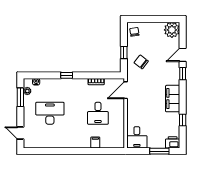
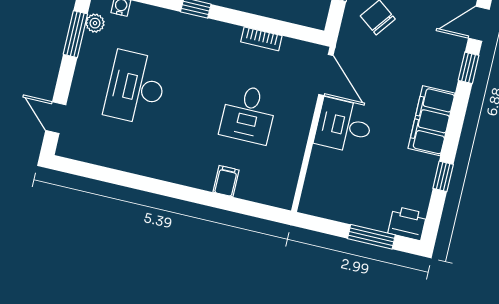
door: (126, 90) -> (326, 75), swing flipped
desk: (50, 113) -> (136, 88), turned -90
desk: (137, 137) -> (344, 126), moved, turned 90

